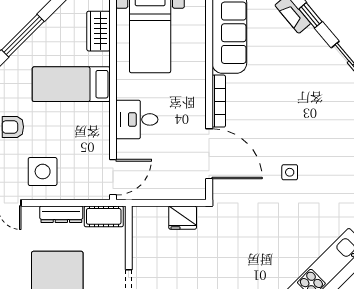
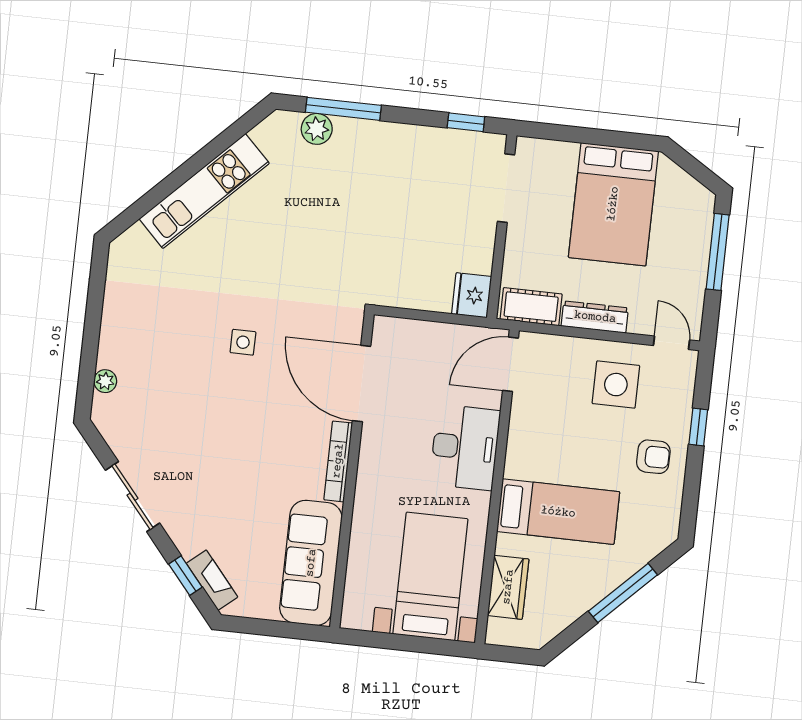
desk: (137, 119) -> (465, 447), width x1.37
fridge: (183, 218) -> (472, 295), moved, turned -90

